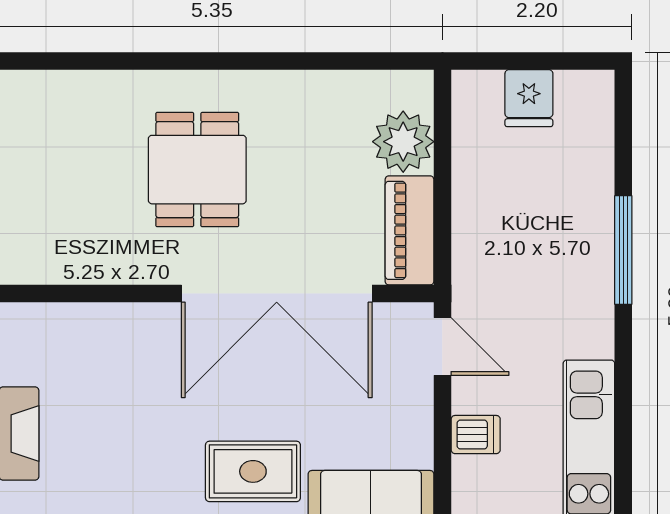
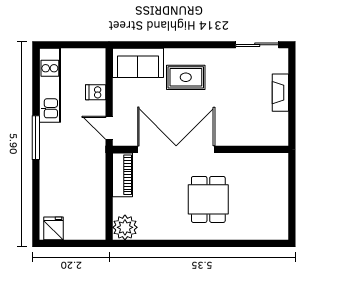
fridge: (529, 98) -> (54, 228), moved
plant: (403, 142) -> (125, 227), moved
window: (623, 250) -> (36, 138), moved

